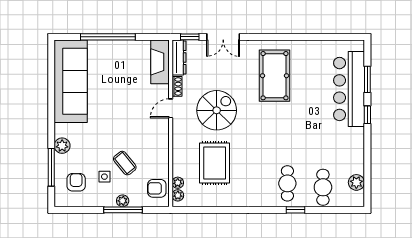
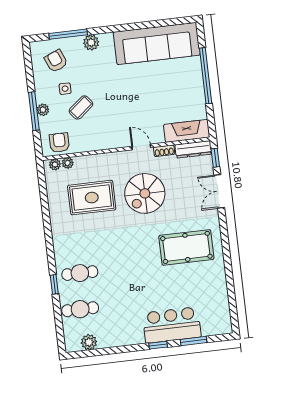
bar counter: (349, 89) -> (172, 325), width x0.73
spiral stairs: (217, 110) -> (145, 193), turned 90
armchair: (76, 182) -> (56, 61), turned -113

